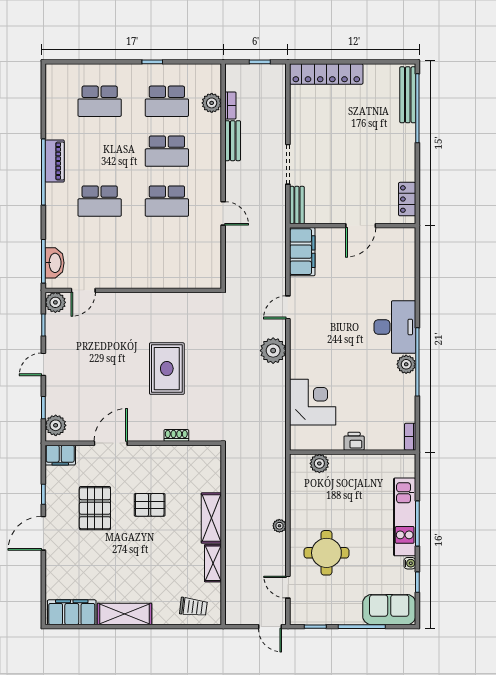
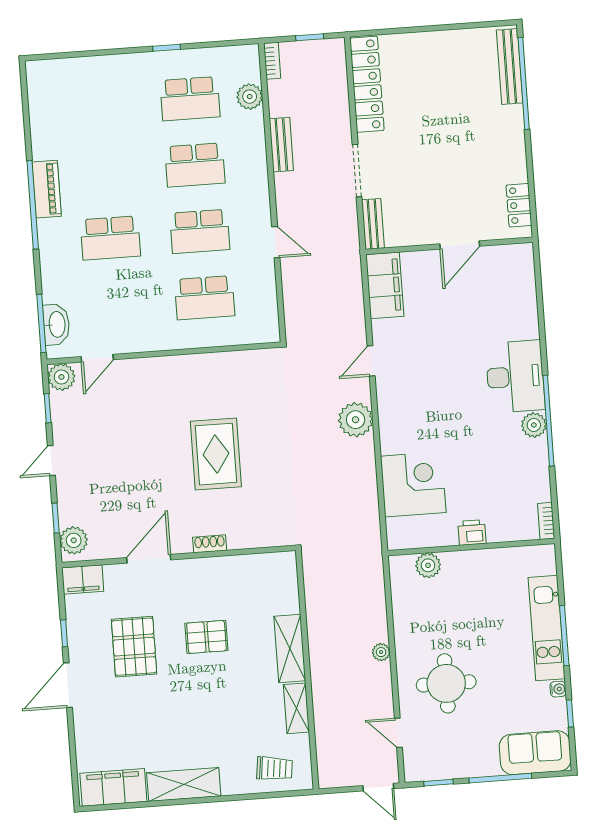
locker: (326, 74) -> (367, 84), moved, turned -90
school desk: (100, 101) -> (205, 298), moved
bookcase: (230, 105) -> (272, 61), moved
shoe rack: (176, 435) -> (210, 544), moved

